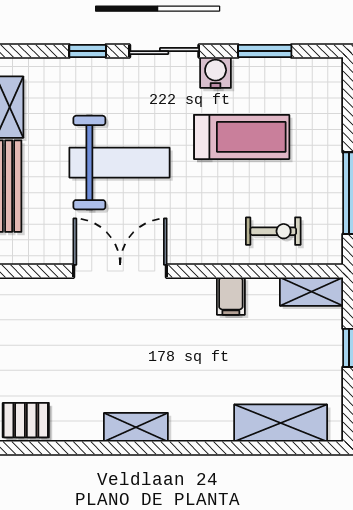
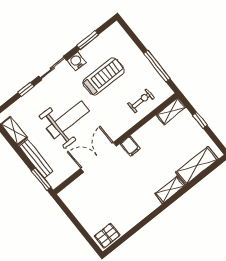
filing cabinet: (231, 296) -> (130, 146), moved
shelving: (136, 427) -> (170, 190), moved

